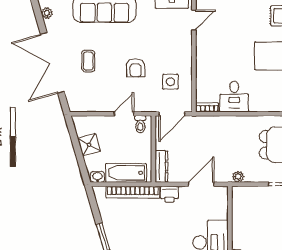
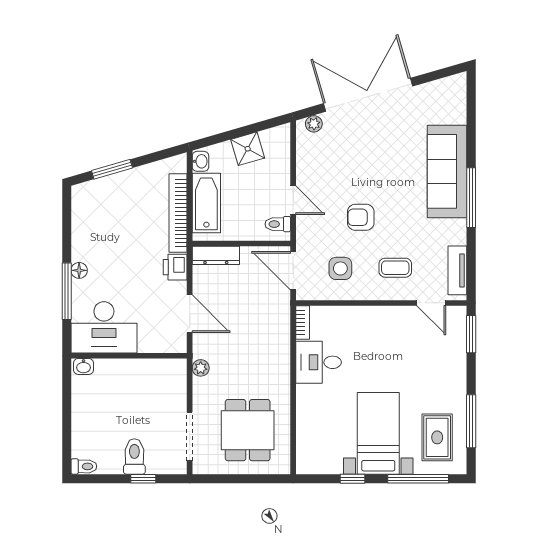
plant: (47, 13) -> (314, 124), moved
coffee table: (88, 61) -> (395, 268), moved

